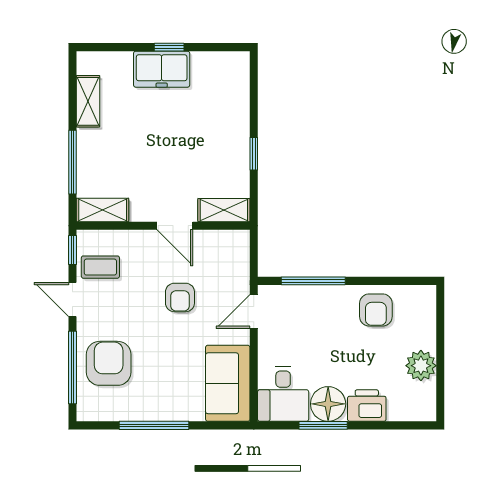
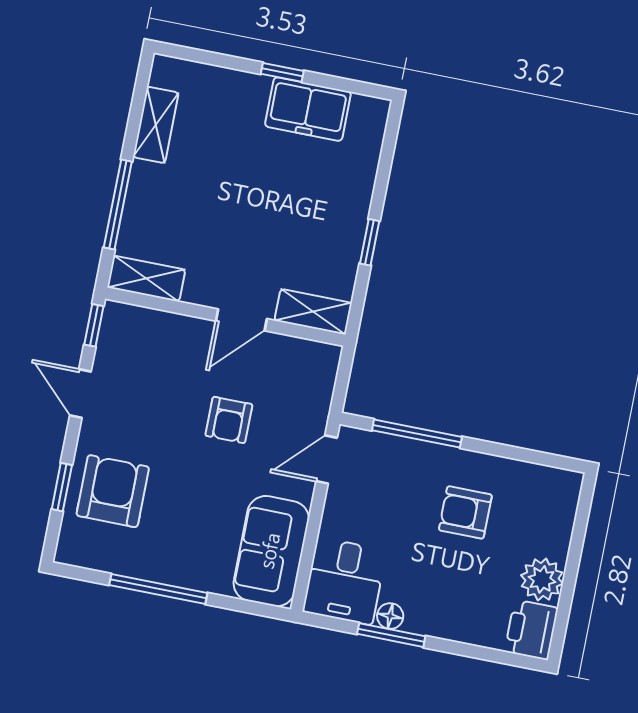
freezer: (162, 69) -> (308, 109), moved
door: (175, 226) -> (241, 320), hinge flipped
coffee table: (100, 267) -> (128, 356), removed
armchair: (376, 310) -> (465, 512), moved, turned 90
window: (72, 367) -> (62, 487), width x0.46
floor lamp: (328, 404) -> (390, 616), width x0.53, depth x0.53
printer: (367, 406) -> (531, 630), moved, turned -90

